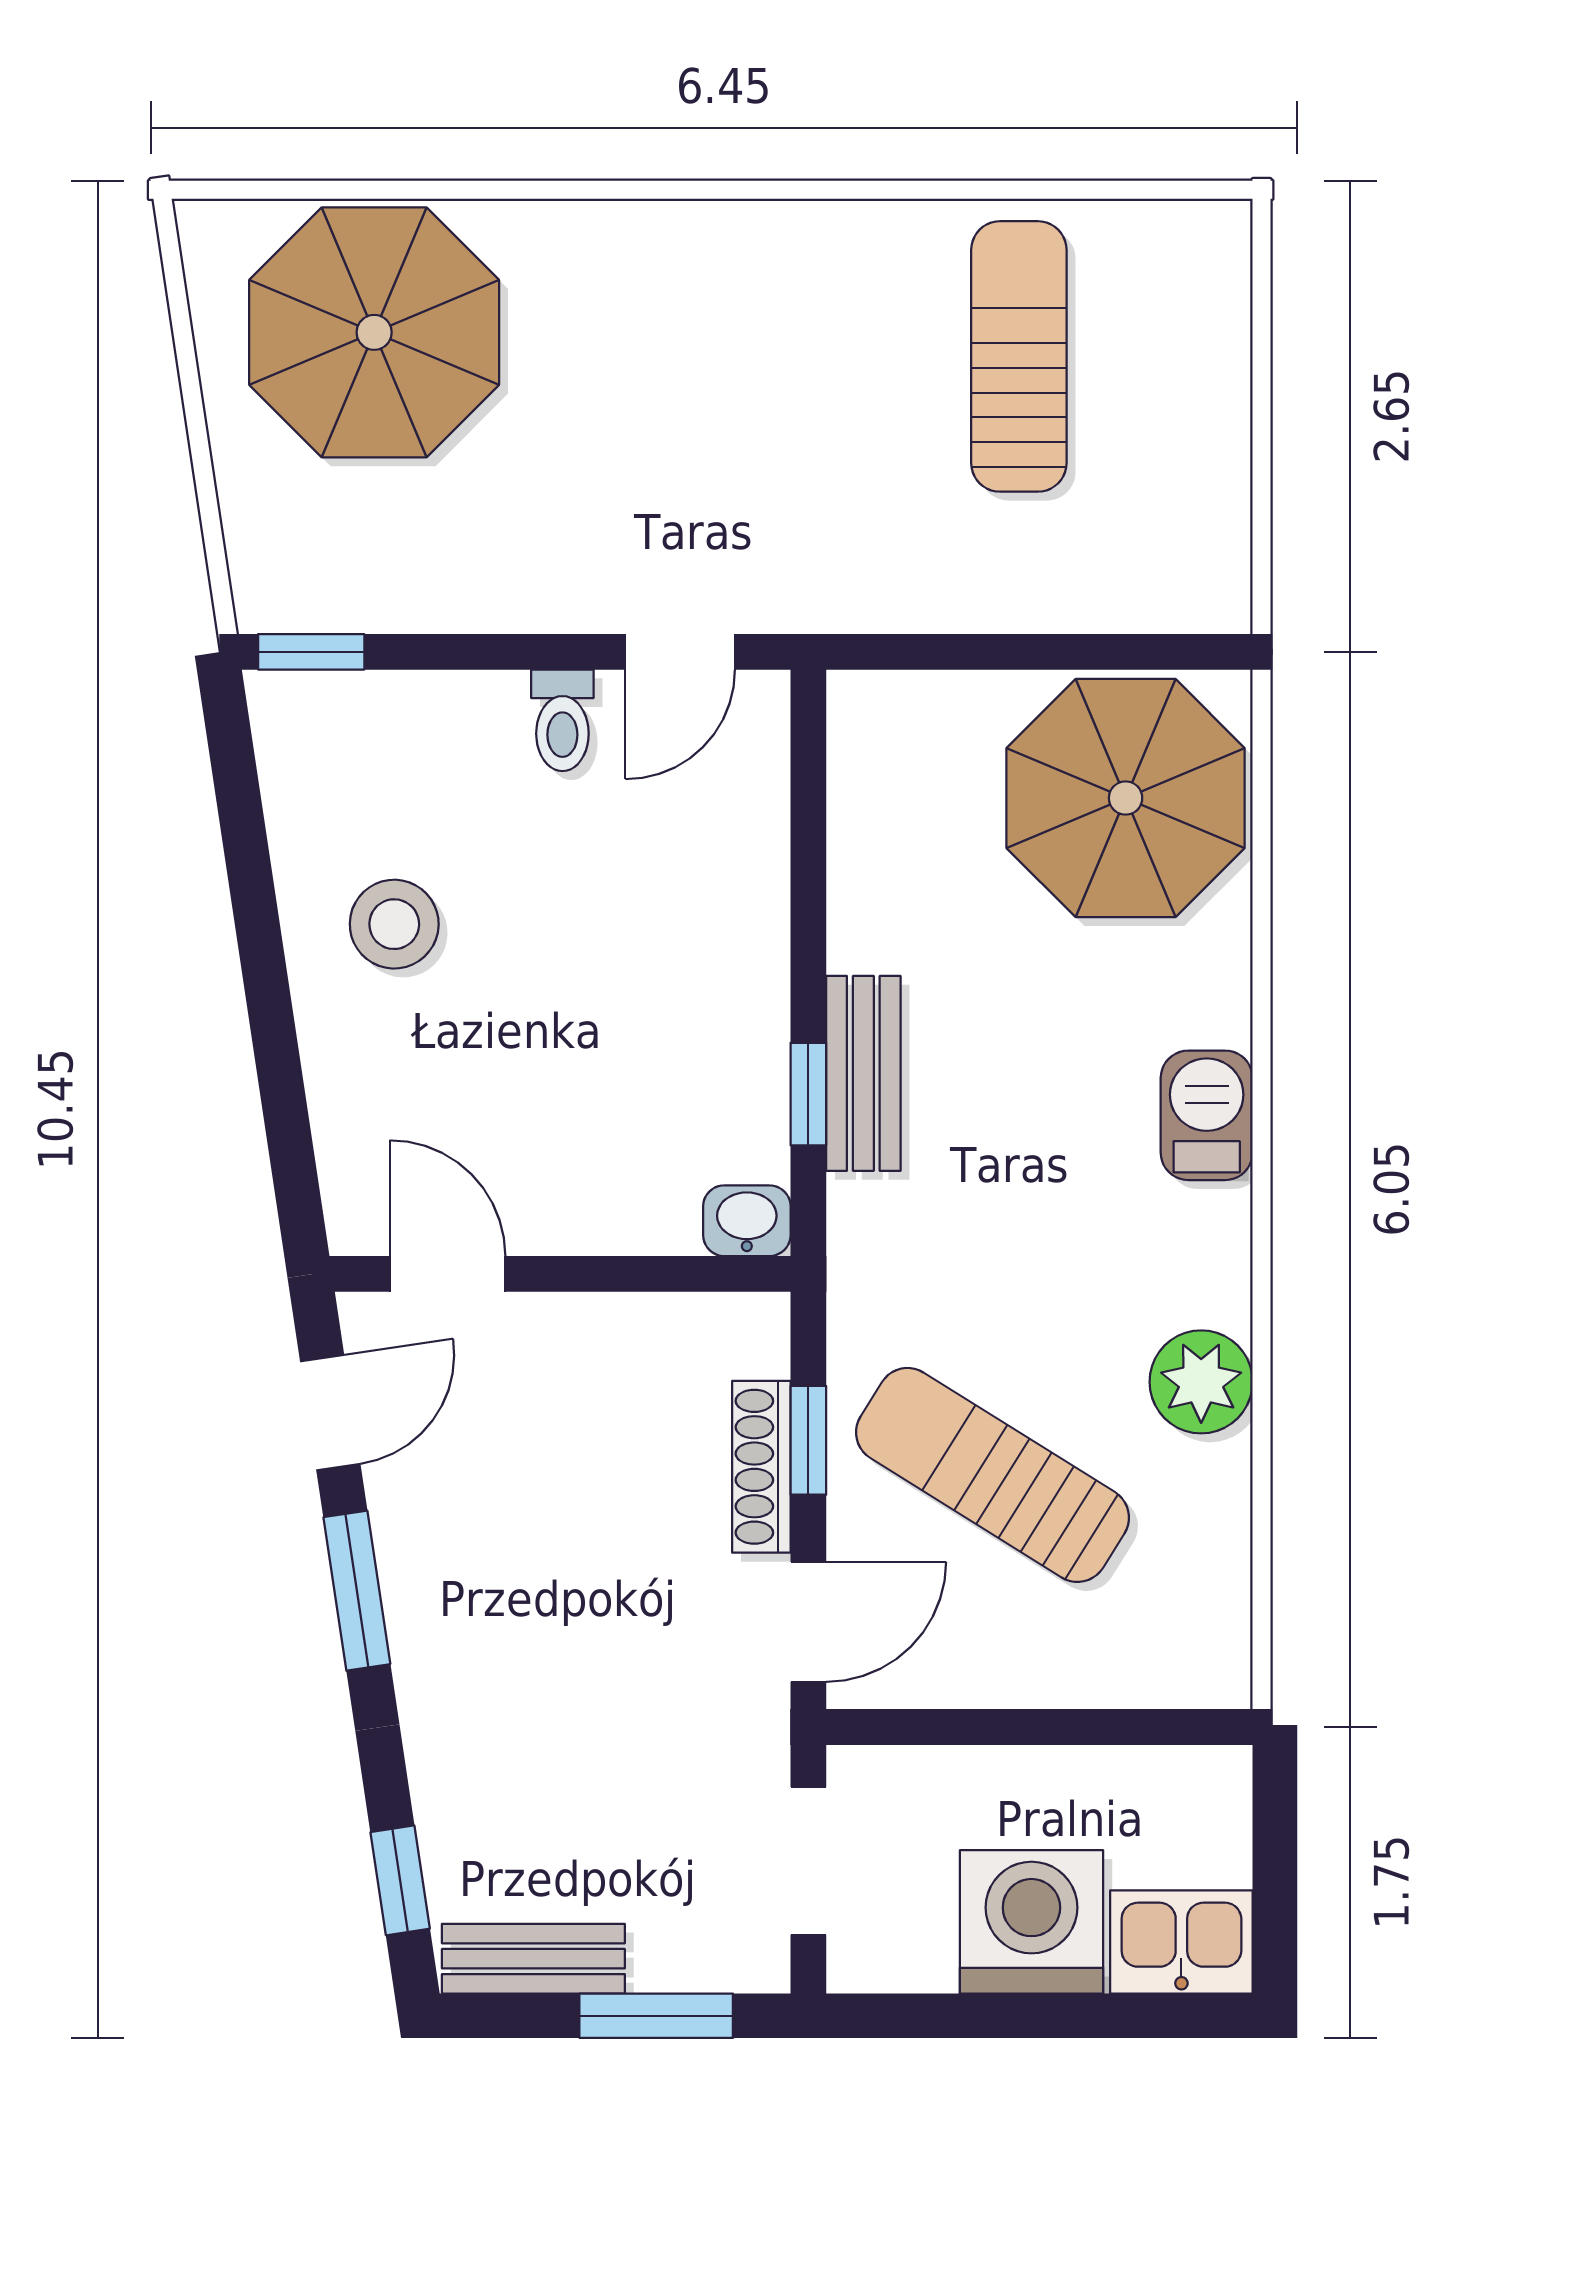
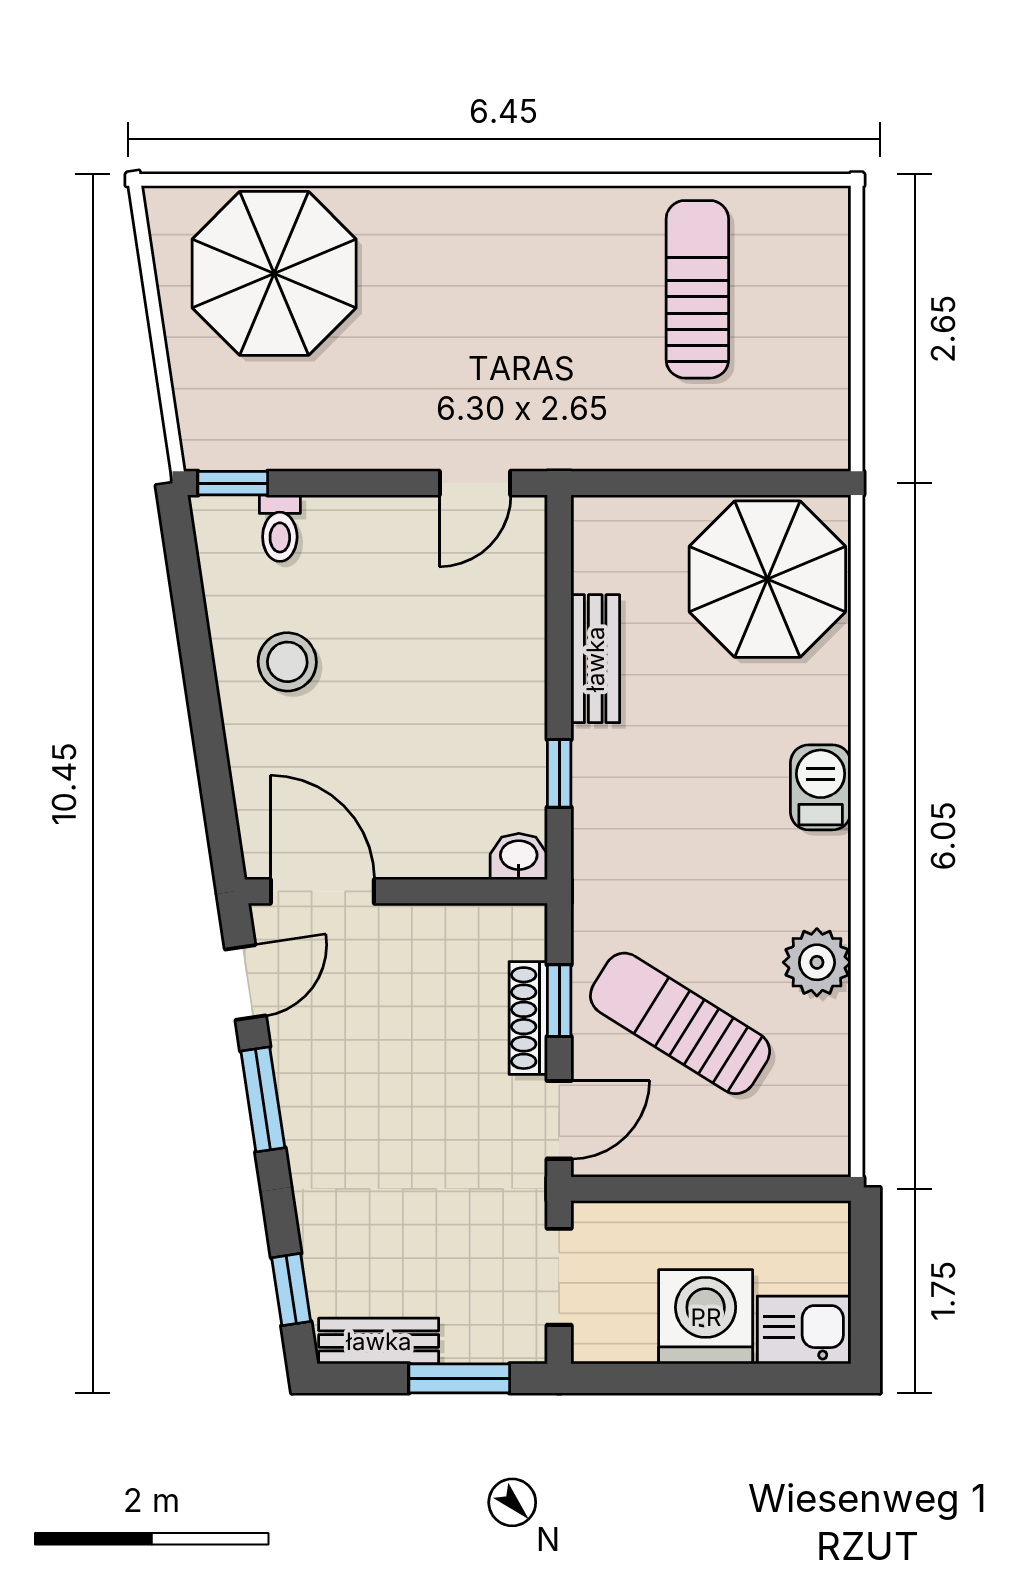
toilet: (562, 720) -> (280, 528), moved
bench: (863, 1073) -> (595, 659), moved
door: (447, 1274) -> (322, 891), width x1.38

